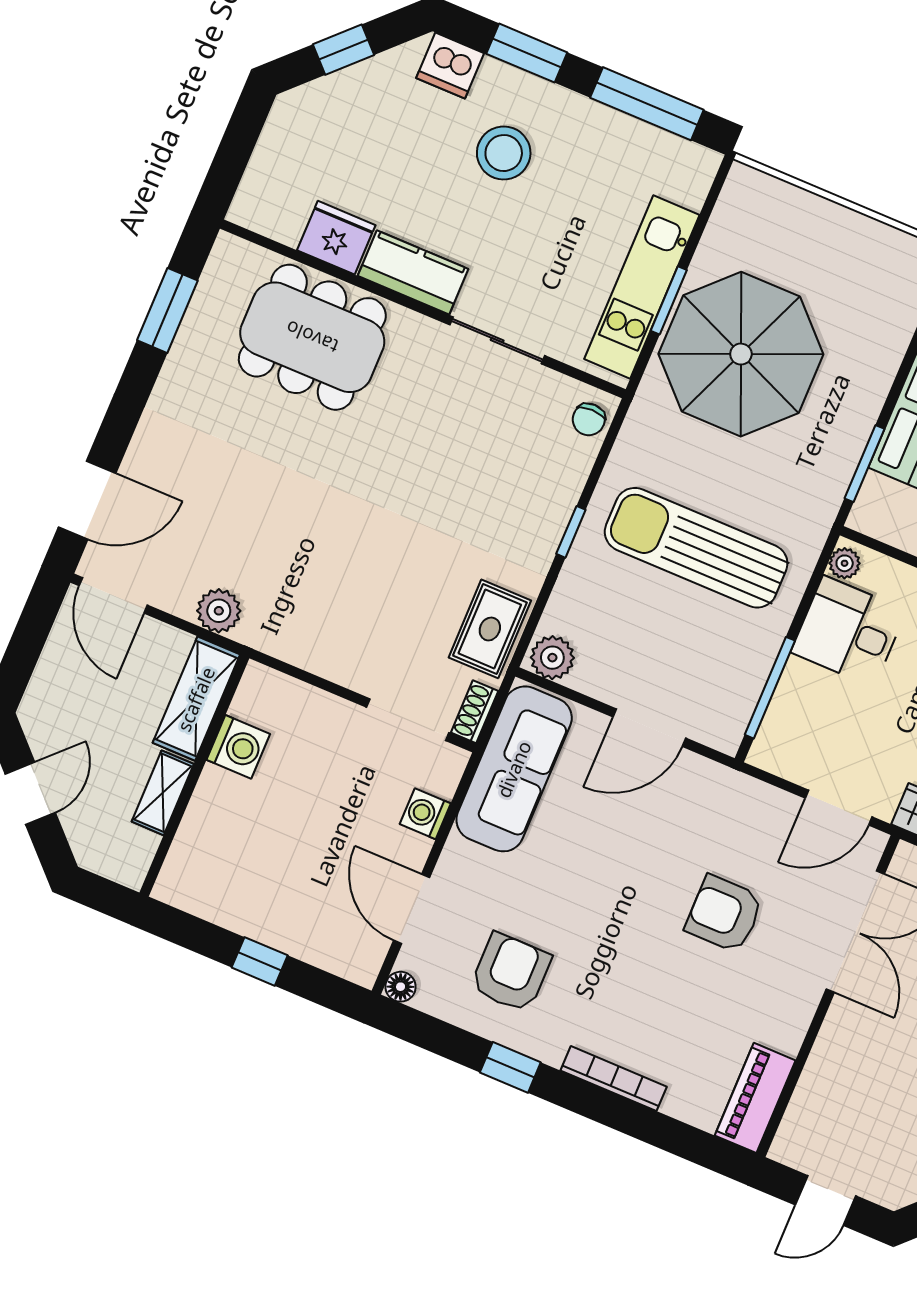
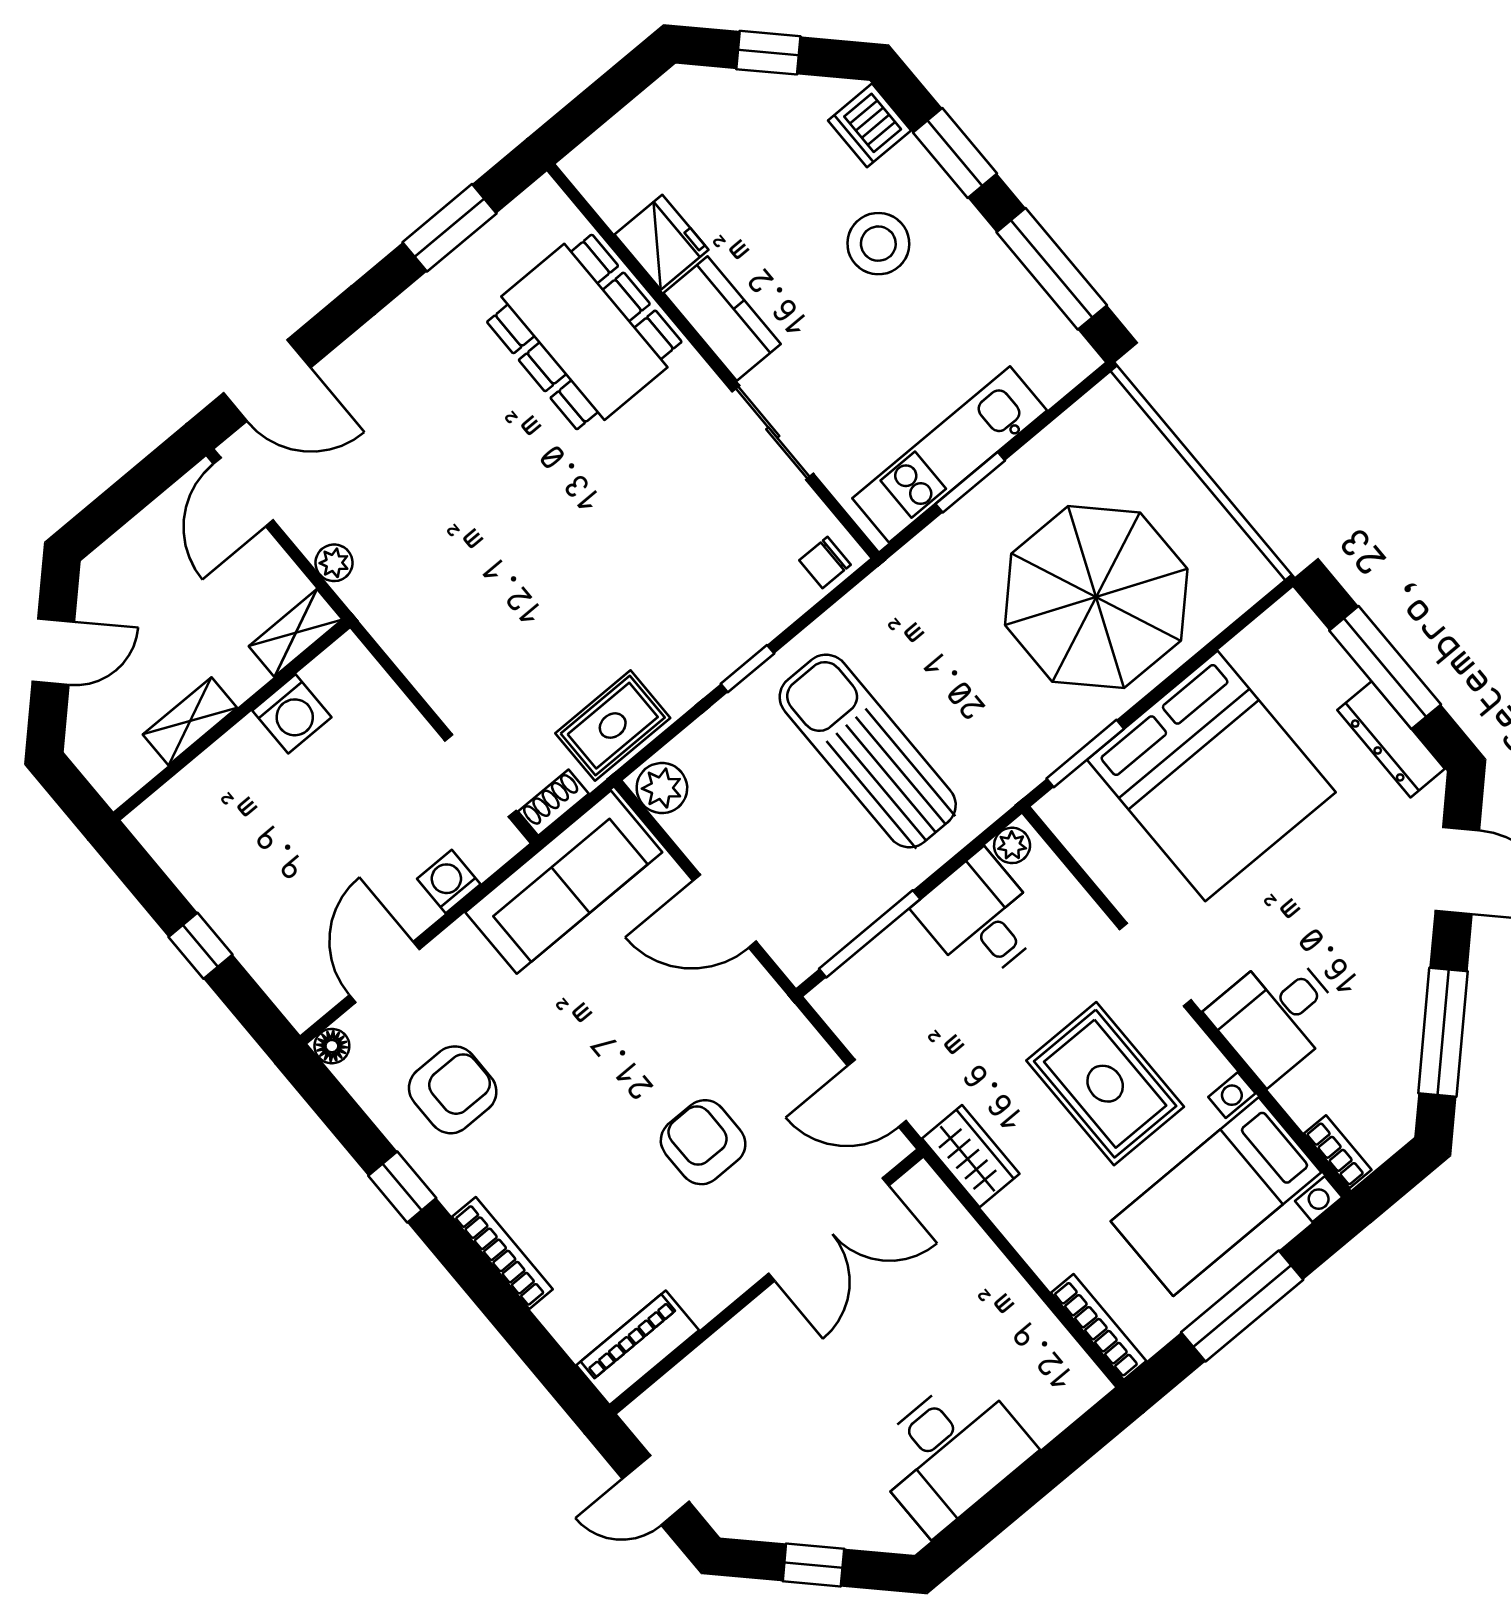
parasol: (741, 354) -> (1096, 597), moved
plant: (219, 611) -> (334, 563), width x0.73, depth x0.73
shelving: (196, 699) -> (296, 633), width x0.67, depth x0.75

